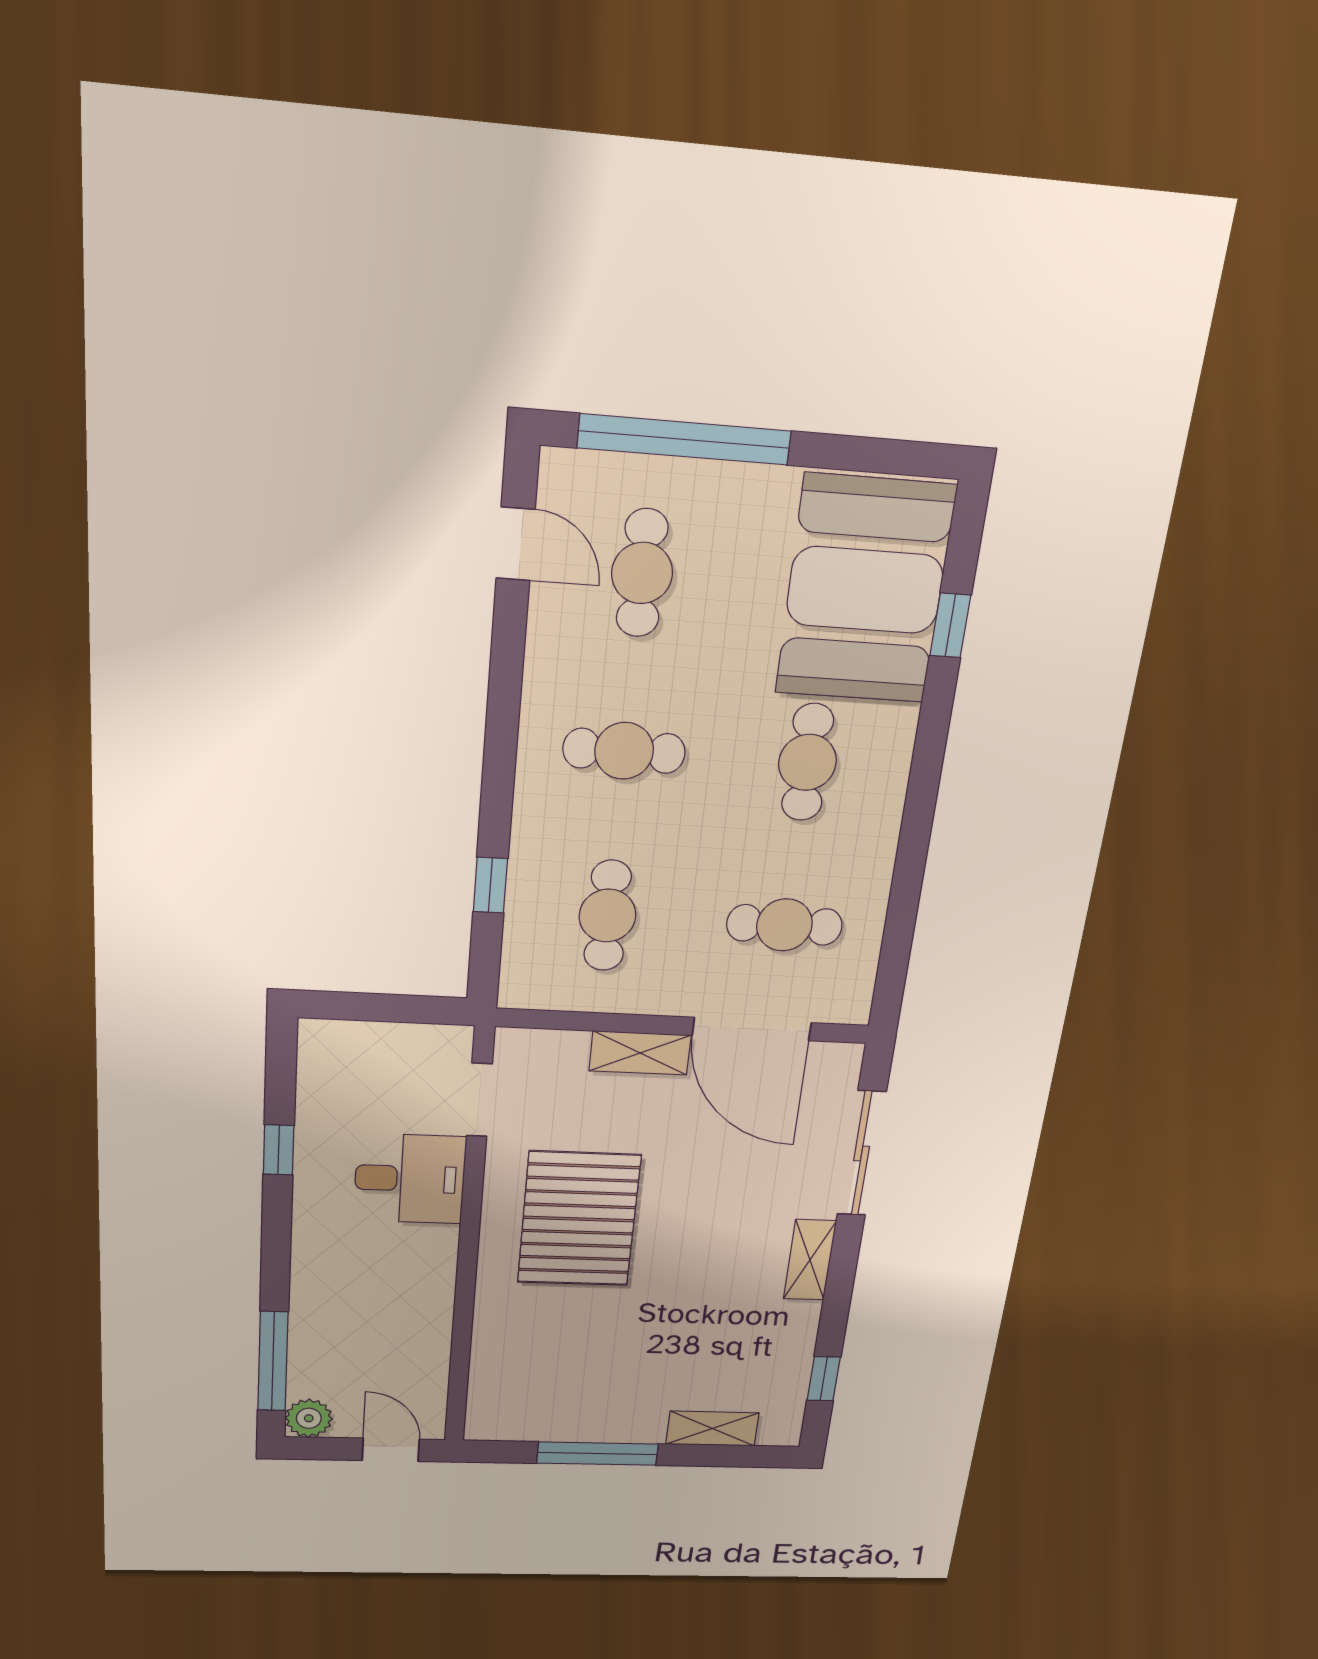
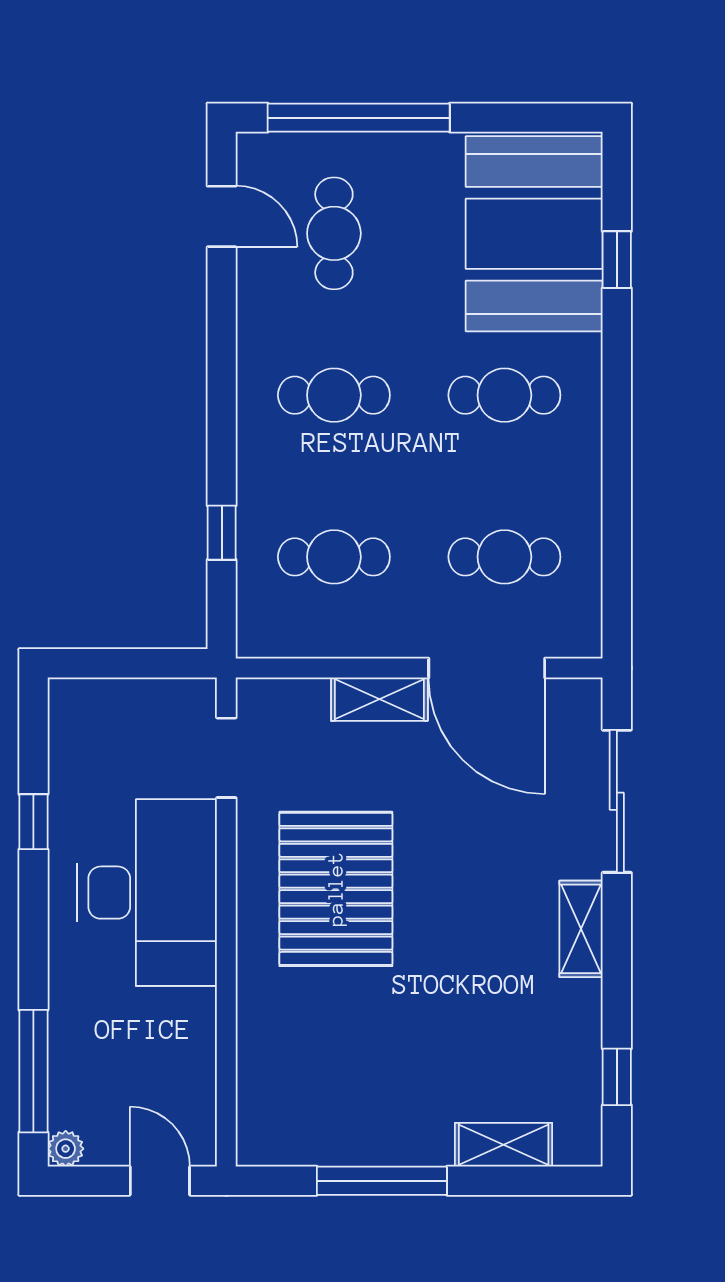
cafe table: (808, 762) -> (504, 395), turned 90
cafe table: (607, 916) -> (334, 557), turned 90
desk: (410, 1179) -> (147, 893), width x1.87, depth x1.30
plant: (309, 1418) -> (66, 1149), width x0.73, depth x0.73

